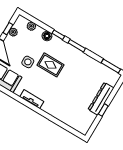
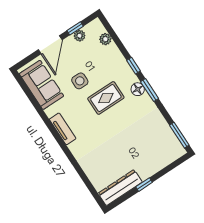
floor lamp: (47, 36) -> (138, 89), moved
rug: (50, 65) -> (106, 98), turned 90
dresser: (101, 99) -> (120, 188), moved

